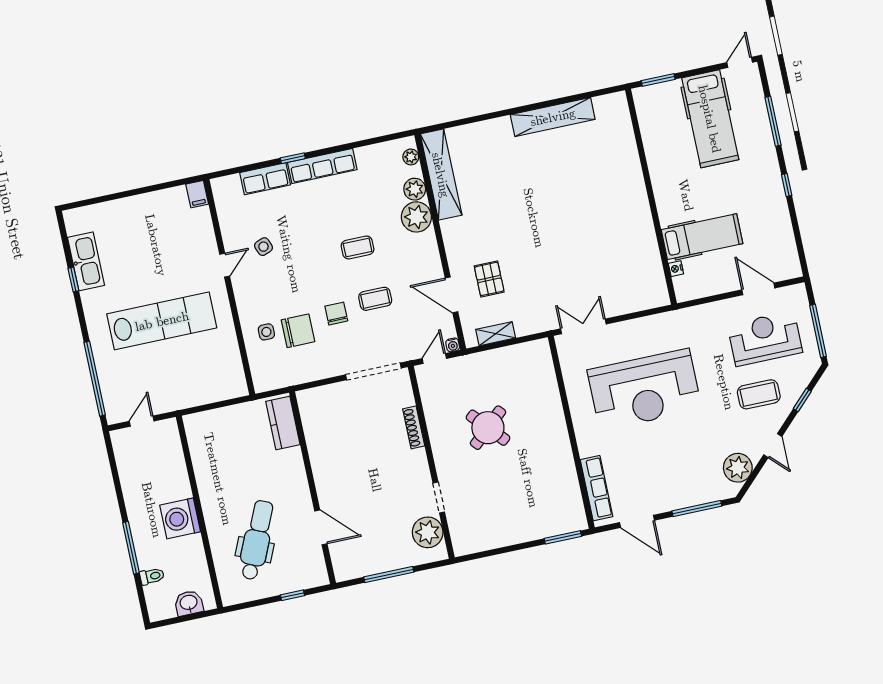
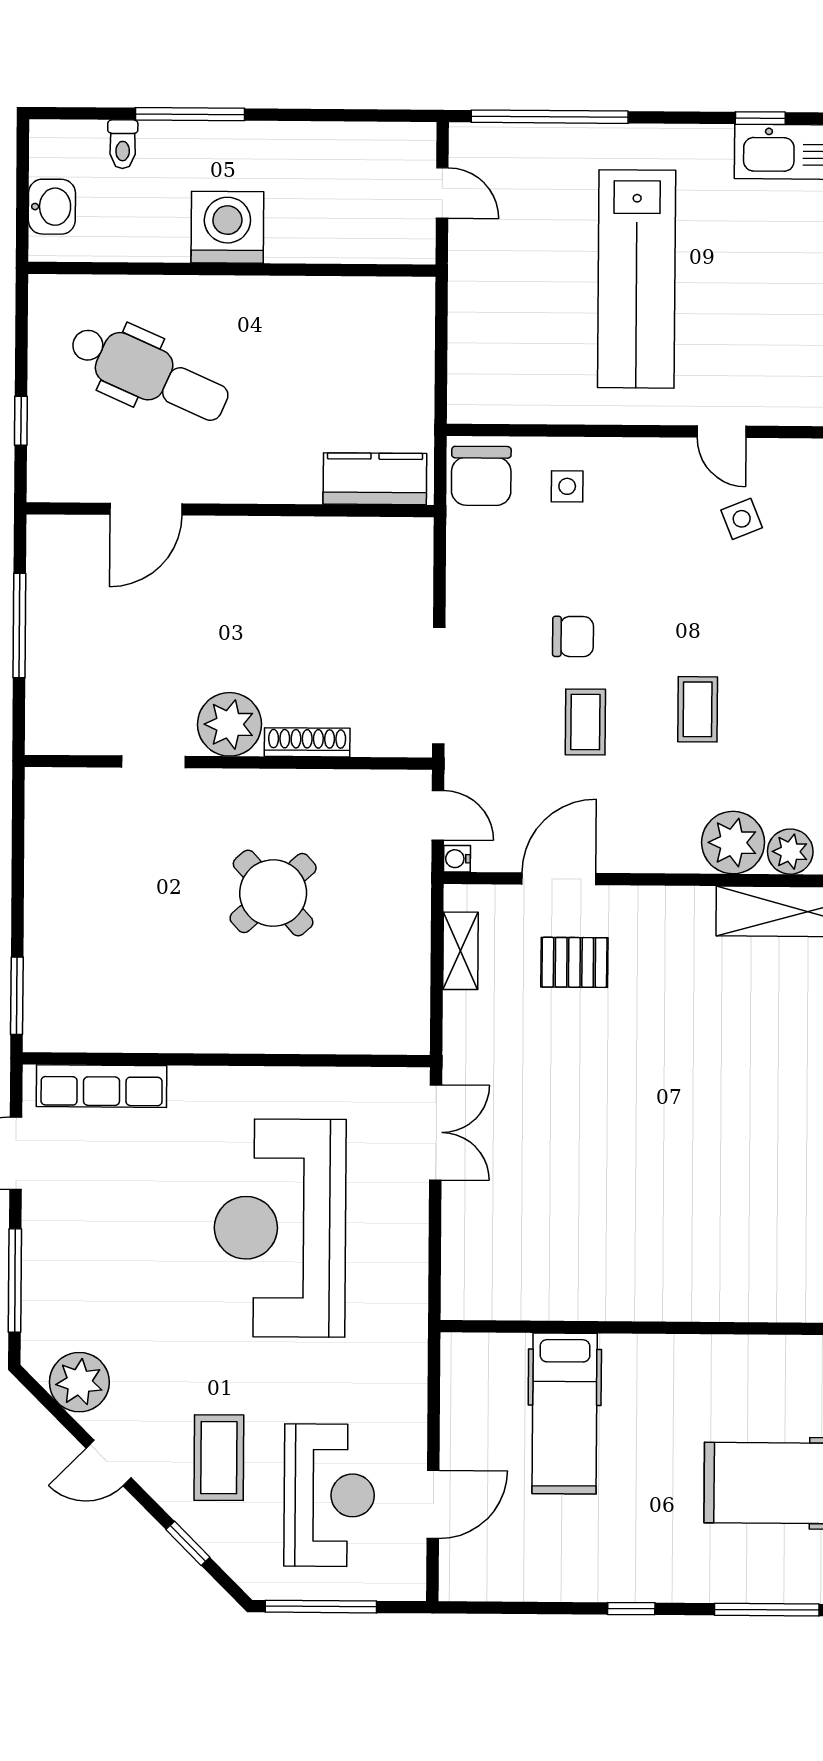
nightstand: (676, 269) -> (511, 1346), removed
chair: (298, 331) -> (481, 476), moved
plant: (428, 532) -> (229, 724), moved

